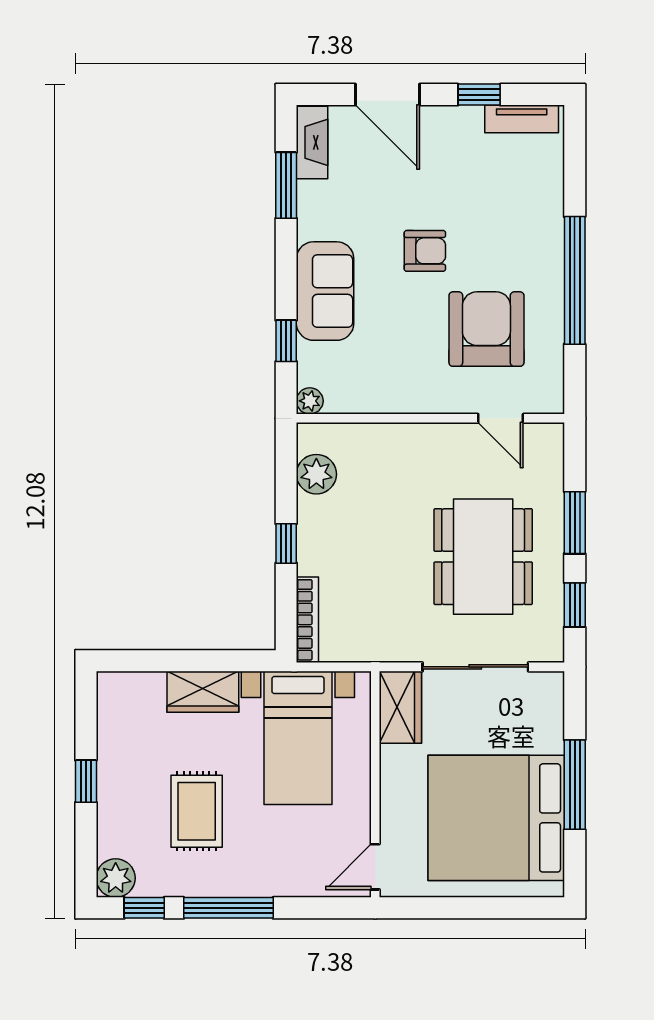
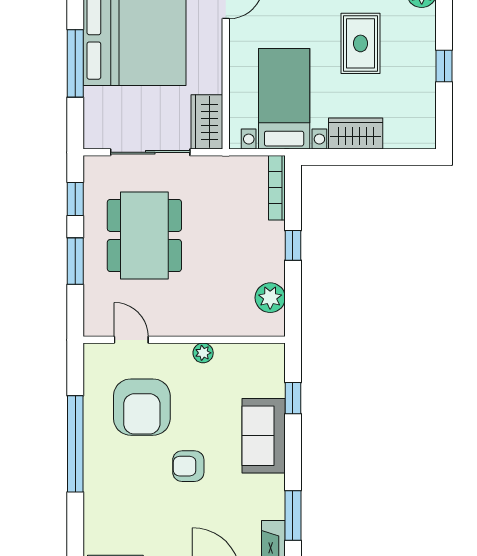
plant: (310, 401) -> (203, 353), moved

